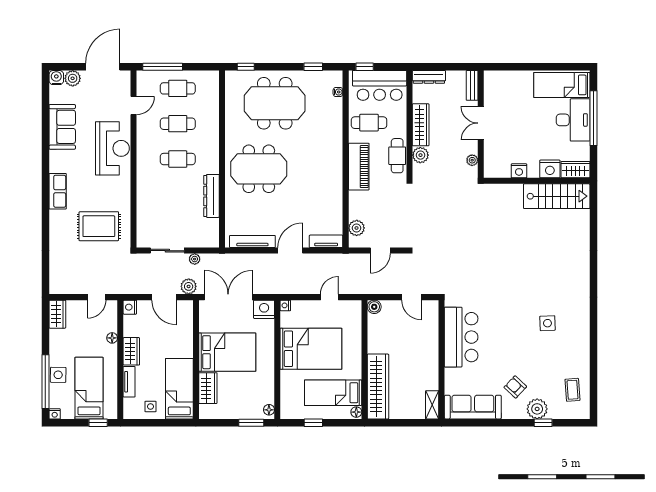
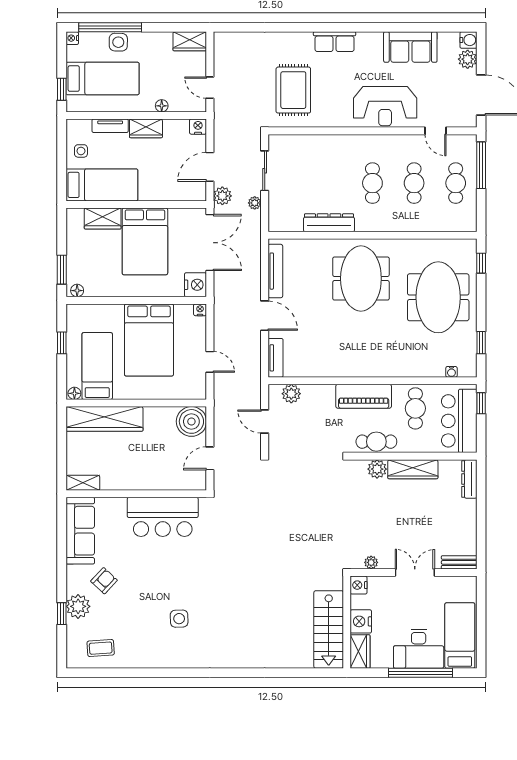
bench: (472, 85) -> (459, 562), moved
double door: (481, 123) -> (415, 573), moved
wall: (481, 124) -> (414, 573), moved
plant: (472, 160) -> (371, 562), moved
boiler: (374, 307) -> (191, 421), width x1.86, depth x1.86

